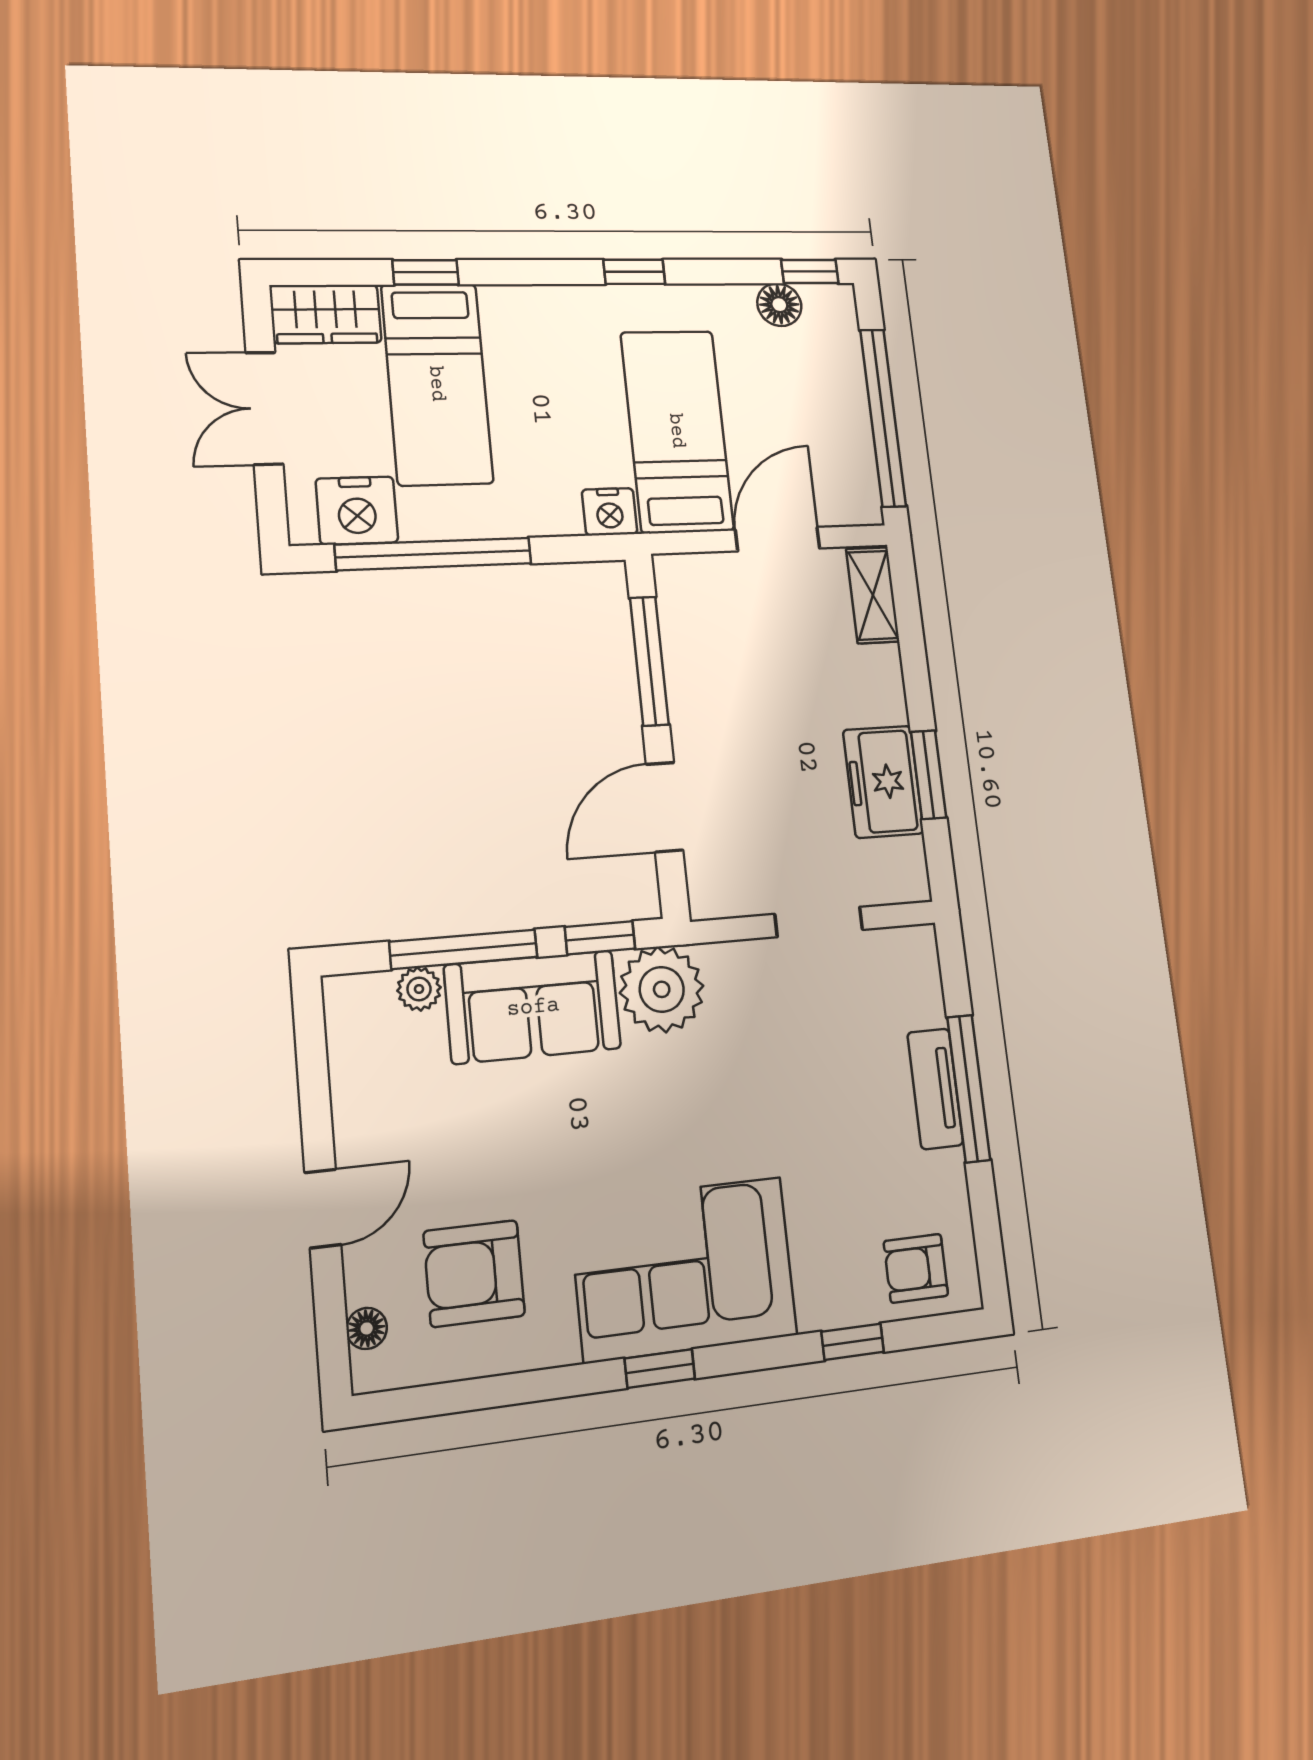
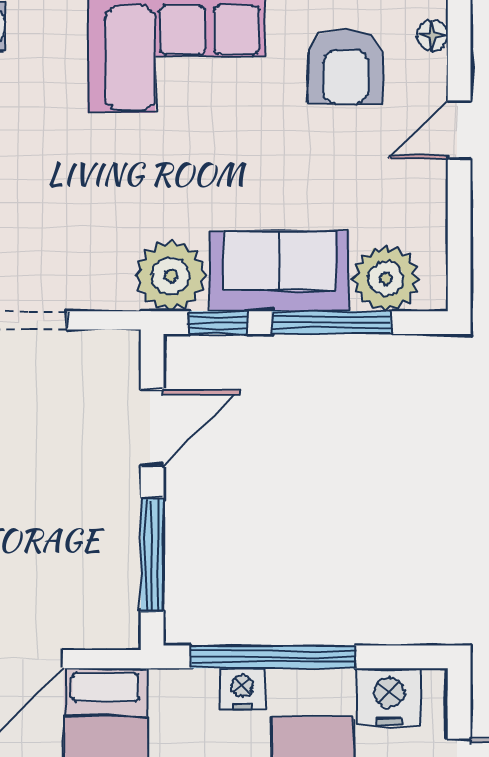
nightstand: (610, 512) -> (242, 689), moved
window: (434, 554) -> (273, 657), moved
plant: (419, 989) -> (386, 278), width x1.88, depth x1.88
armchair: (474, 1273) -> (346, 67), turned 90

